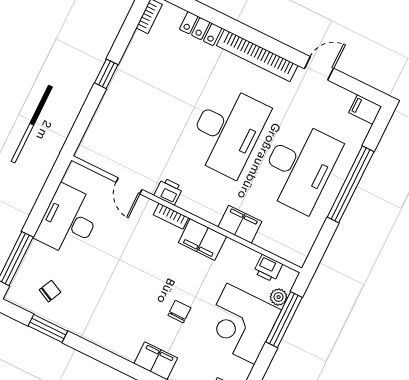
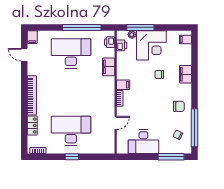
door: (319, 68) -> (24, 55), moved
desk: (227, 131) -> (71, 131), moved
window: (351, 184) -> (82, 27), moved
printer: (168, 191) -> (110, 42), moved
filing cabinet: (202, 239) -> (123, 85), width x0.50
chair: (102, 319) -> (179, 106), added
window: (48, 328) -> (194, 128), width x2.11

